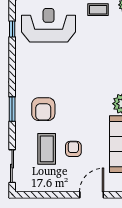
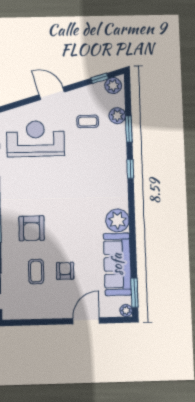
coffee table: (47, 149) -> (36, 272), width x0.73, depth x0.77

